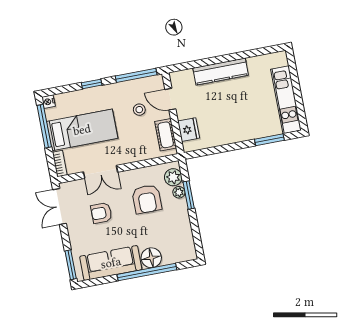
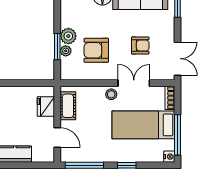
stool: (139, 110) -> (111, 94), moved
plant: (173, 177) -> (68, 36), moved
armchair: (147, 199) -> (96, 50), turned -90

